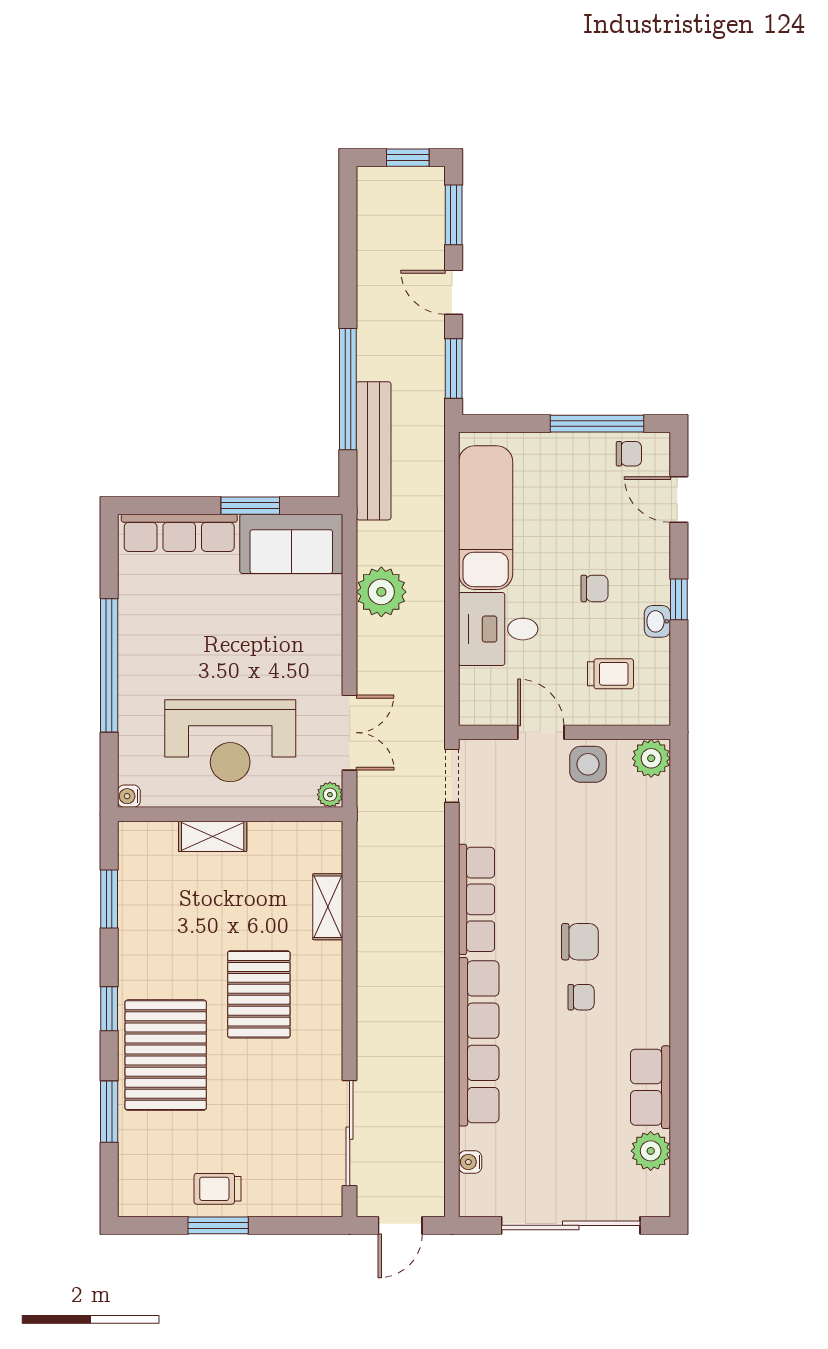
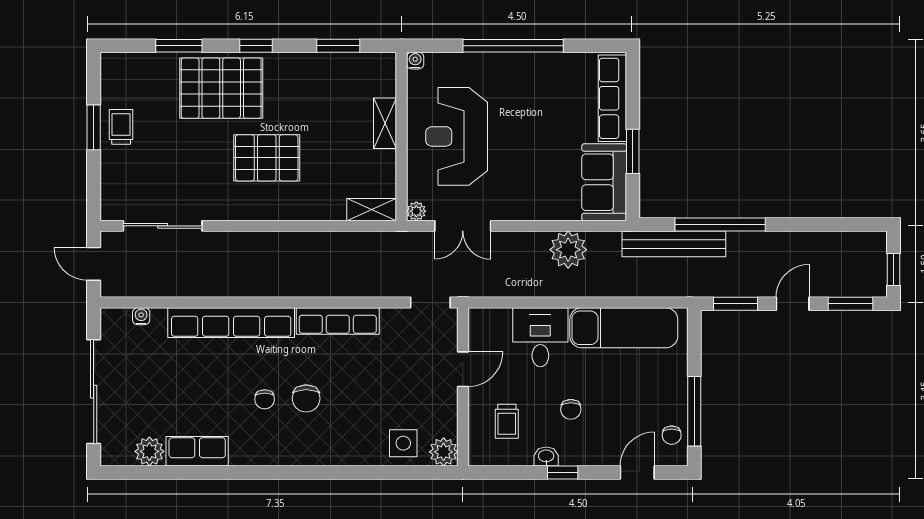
side table: (588, 764) -> (403, 443), moved
shelving: (328, 907) -> (372, 210), moved

